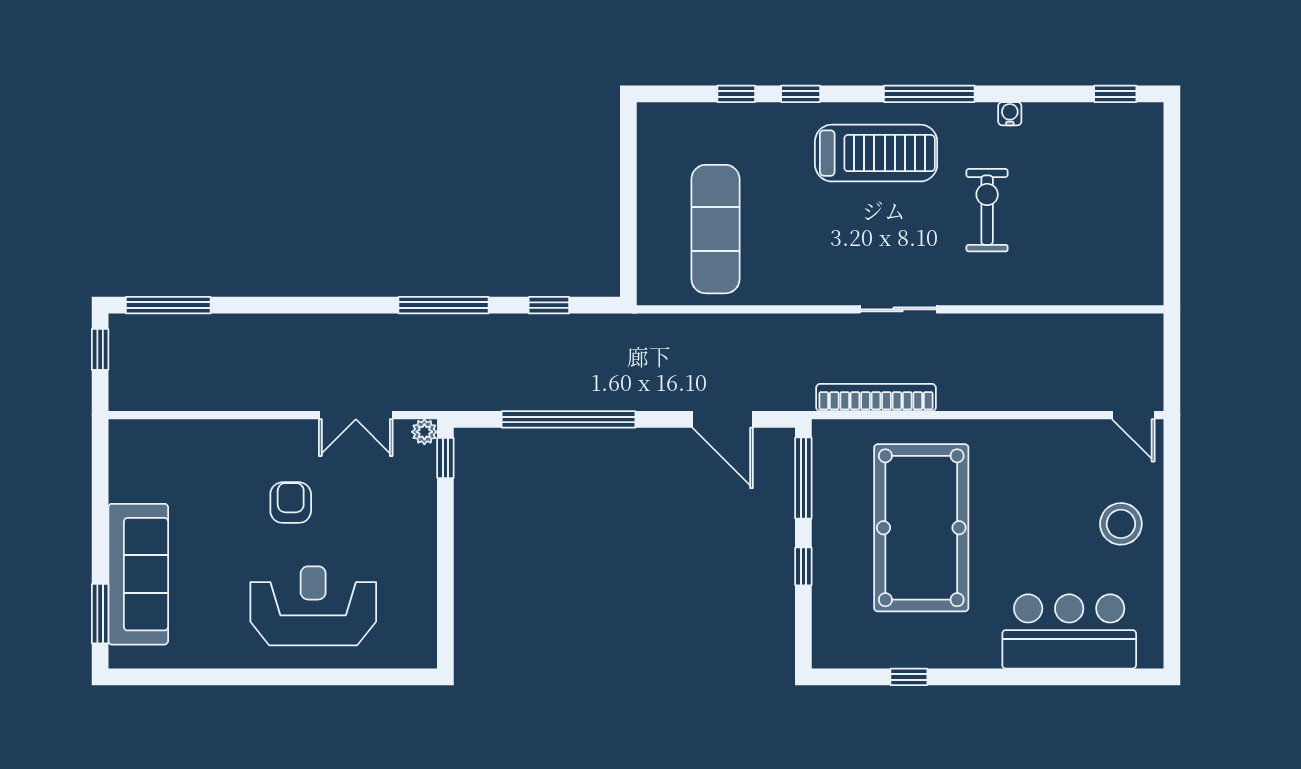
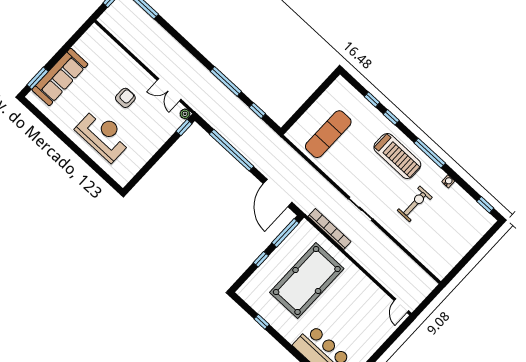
door: (723, 419) -> (278, 193), width x1.36
stool: (1121, 524) -> (368, 335), removed

